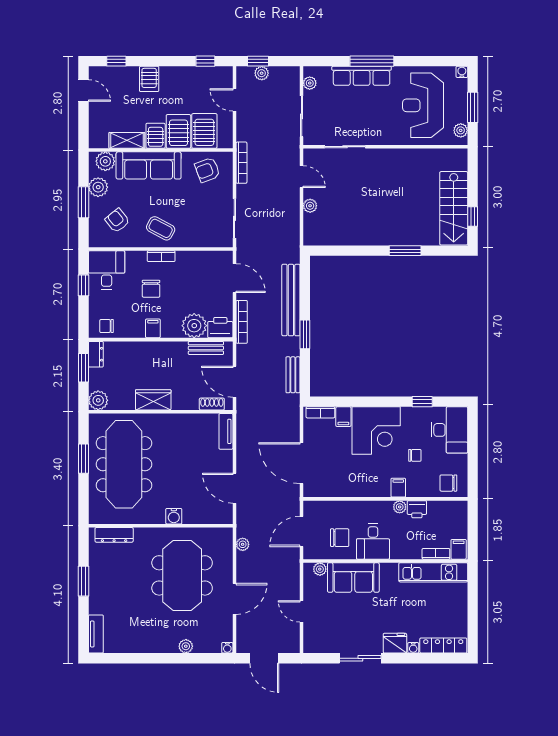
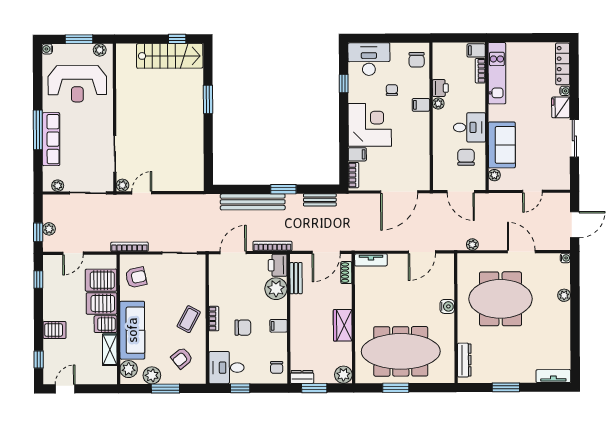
armchair: (207, 170) -> (136, 277), turned -81
plant: (310, 206) -> (123, 185), moved

